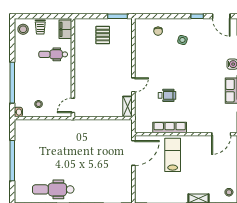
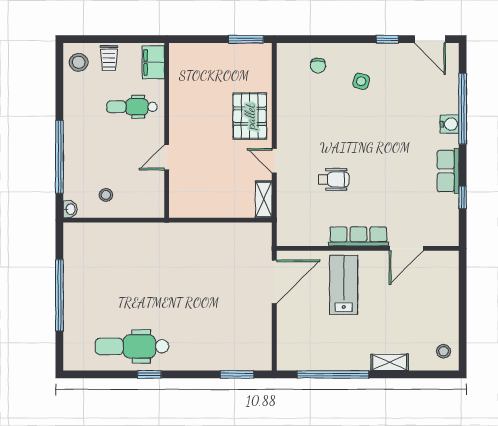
pallet: (103, 35) -> (250, 116), moved, width x1.50, depth x1.42
door: (133, 85) -> (274, 161), swing flipped
door: (73, 105) -> (167, 157), moved
row of seats: (170, 127) -> (358, 236), moved
door: (221, 134) -> (406, 248), moved

